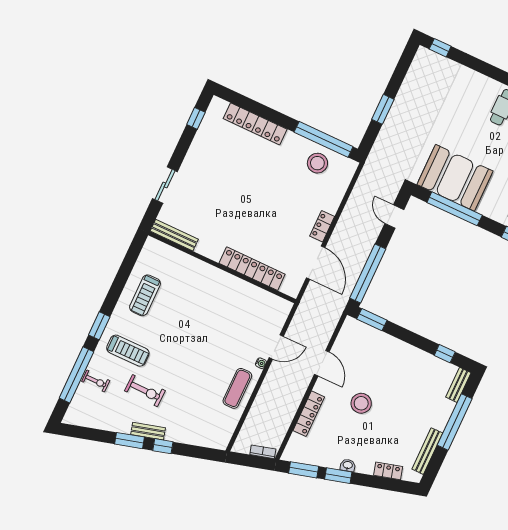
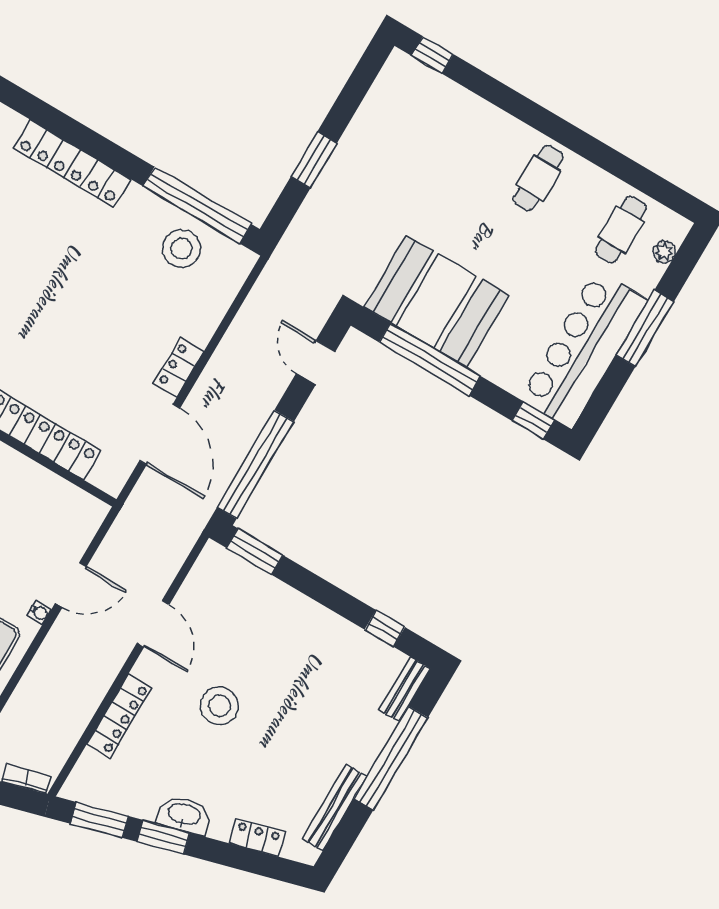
washbasin: (348, 465) -> (184, 815), width x1.91, depth x1.45

